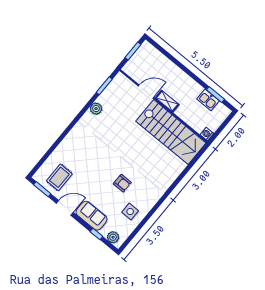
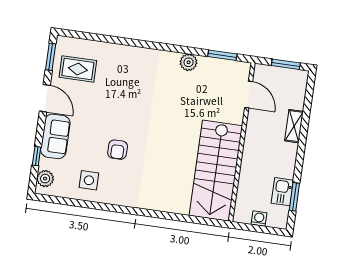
door: (146, 92) -> (249, 94), moved
shelving: (167, 101) -> (294, 126), moved
washing machine: (207, 134) -> (259, 219), moved

